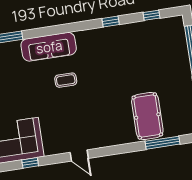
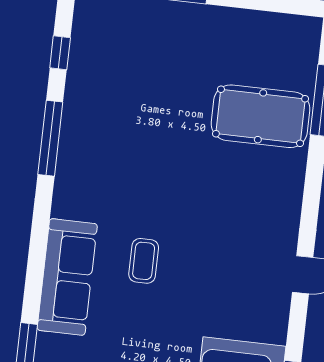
window: (111, 22) -> (50, 138), width x2.17

